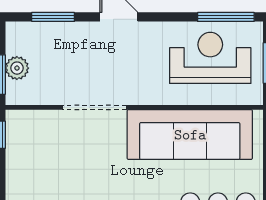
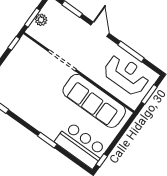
window: (226, 17) -> (131, 52), moved

